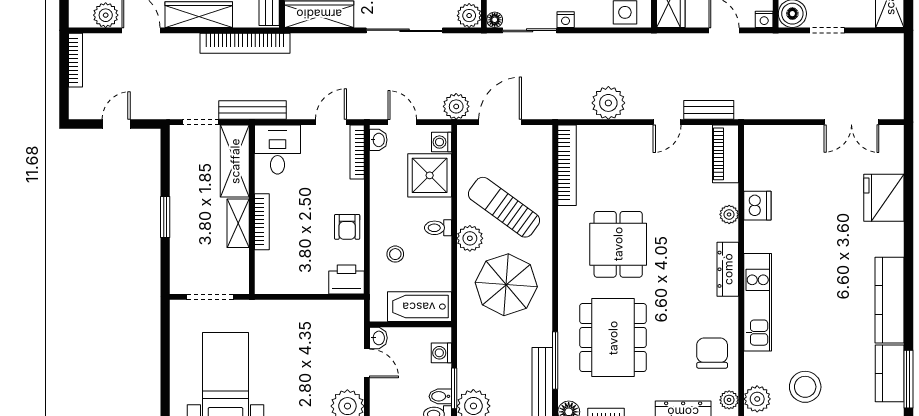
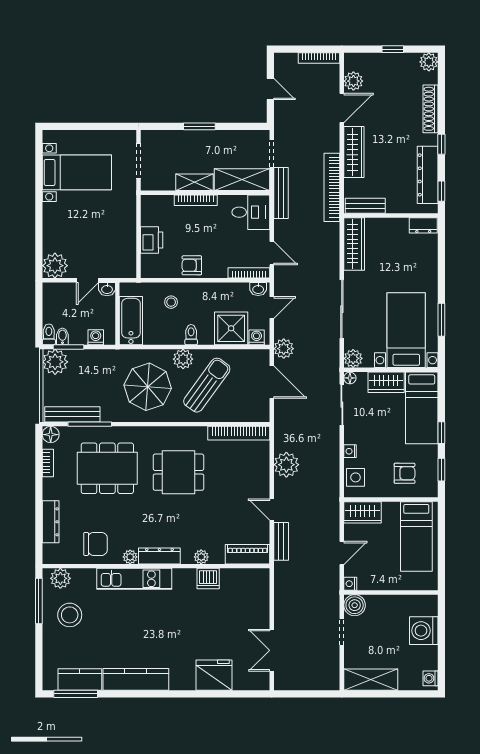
nightstand: (566, 20) -> (350, 451), moved
printer: (346, 279) -> (152, 240), moved
plant: (729, 400) -> (130, 557), moved

